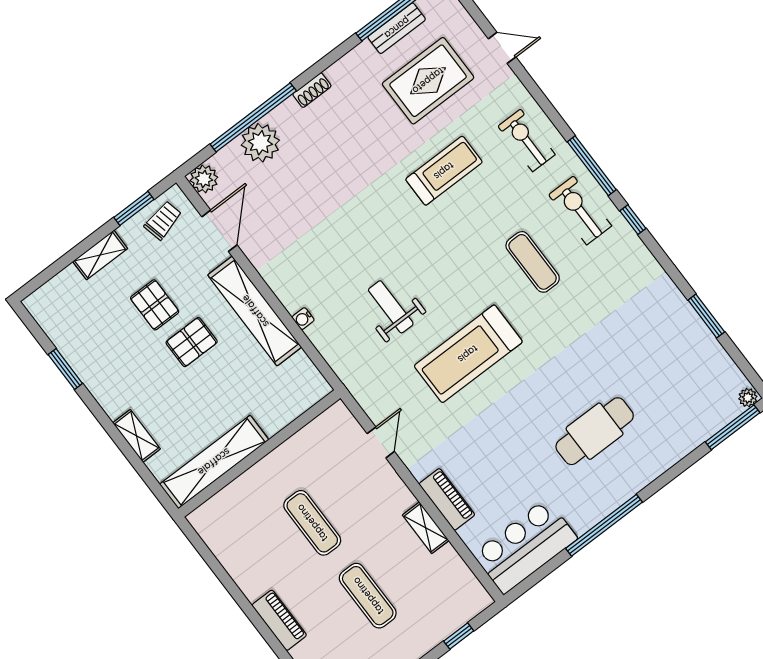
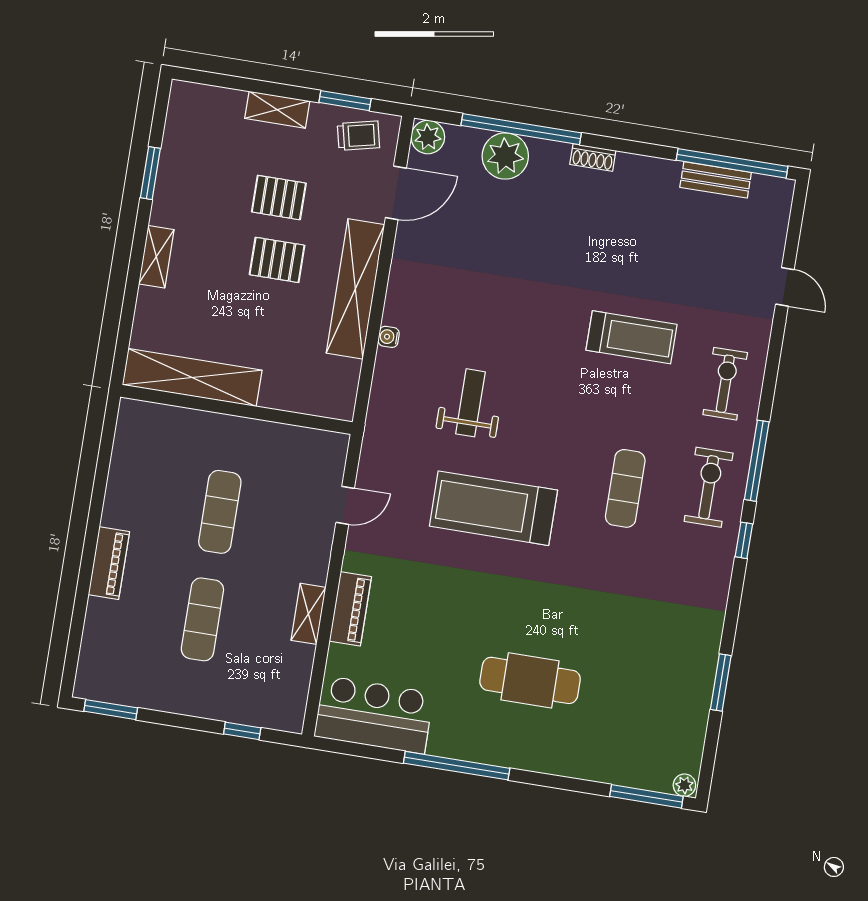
rug: (428, 81) -> (696, 250), removed
pallet: (155, 305) -> (279, 198), turned 90
shelving: (137, 436) -> (156, 257), moved

